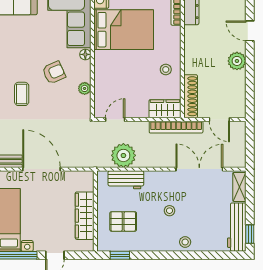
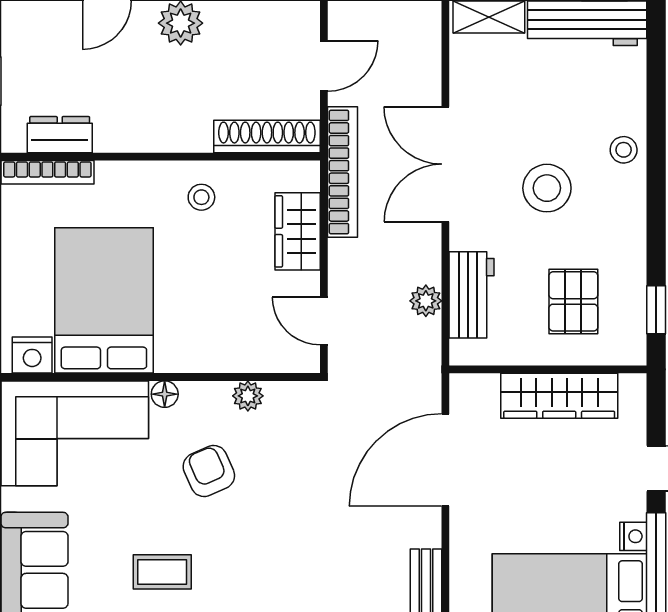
coffee table: (22, 94) -> (162, 572), moved
wardrobe: (165, 109) -> (298, 231), moved
plant: (123, 155) -> (426, 301), width x0.53, depth x0.53
door: (41, 169) -> (445, 460), moved
double door: (199, 169) -> (445, 164), moved
stool: (169, 211) -> (547, 188), width x1.89, depth x1.89

